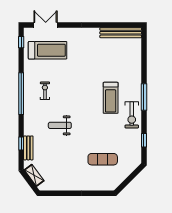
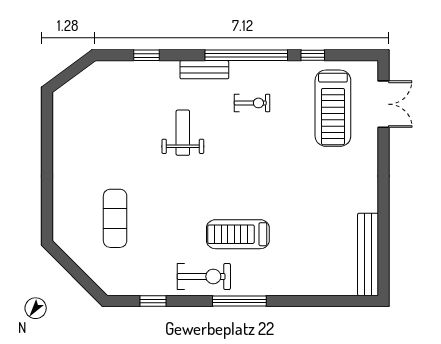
window: (21, 42) -> (313, 55), moved
exercise bike: (132, 115) -> (204, 276), turned 180
bench: (28, 148) -> (204, 70), moved
shelving: (34, 175) -> (83, 81), removed

